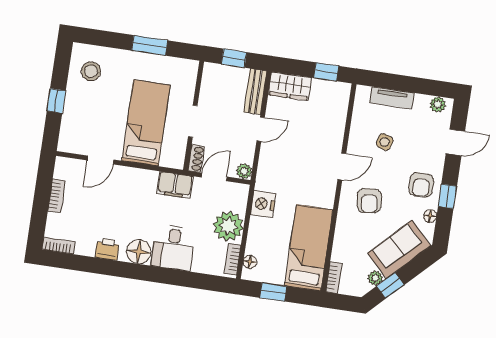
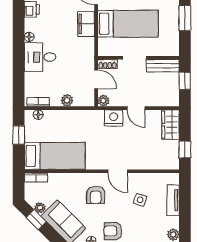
bench: (255, 92) -> (163, 66), moved
filing cabinet: (175, 185) -> (86, 24), moved
armchair: (369, 201) -> (96, 195), turned -84
nightstand: (263, 204) -> (114, 118), moved
plant: (228, 226) -> (67, 100), width x0.53, depth x0.53
floor lamp: (139, 252) -> (29, 37), width x0.53, depth x0.53

